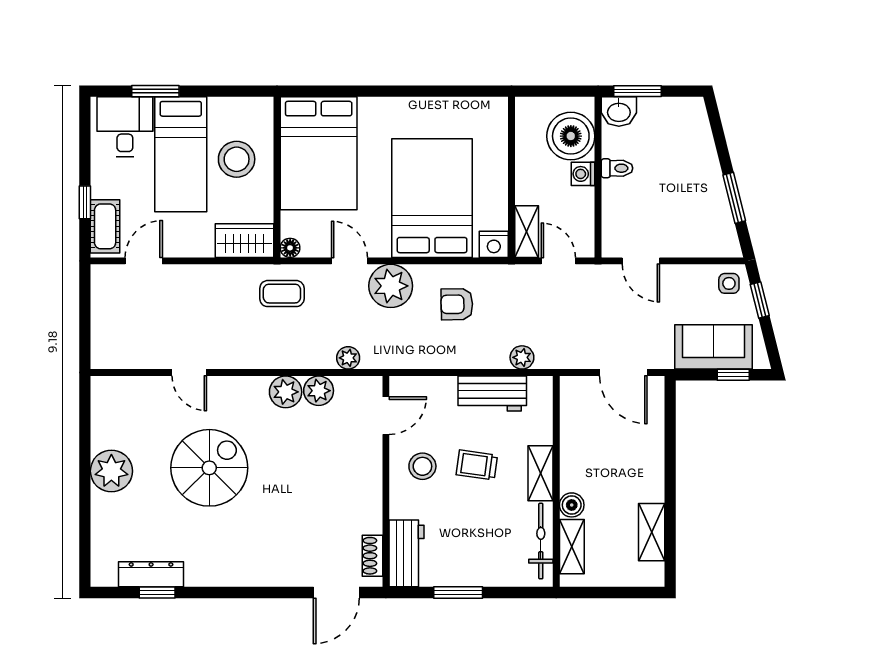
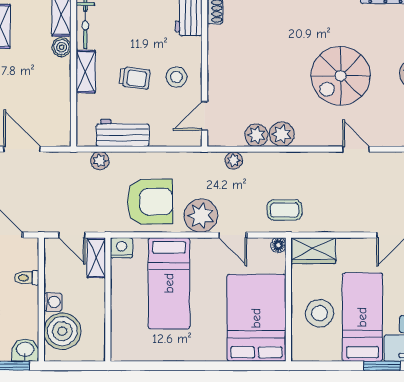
toilet: (617, 168) -> (27, 278), moved
bed: (432, 198) -> (169, 283), width x0.67
armchair: (457, 304) -> (150, 202), width x1.88, depth x1.88

